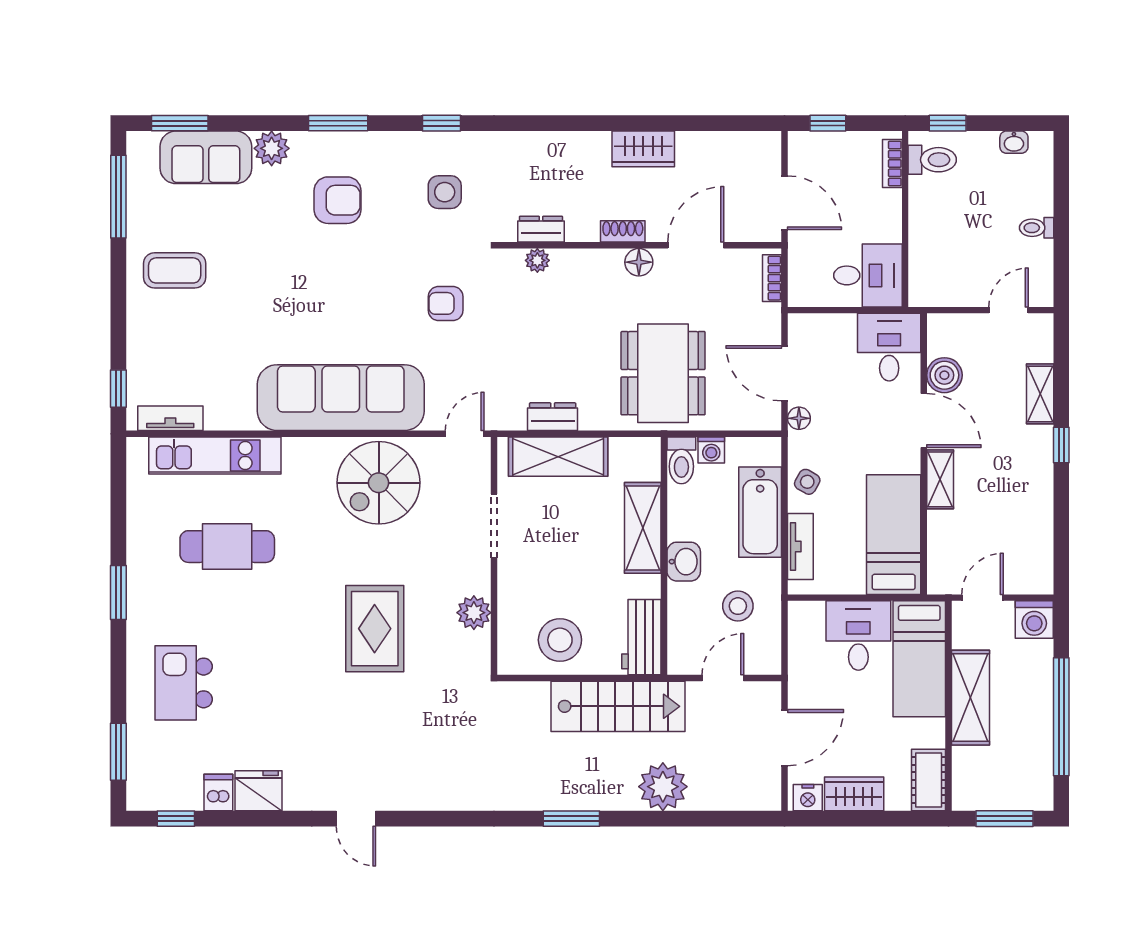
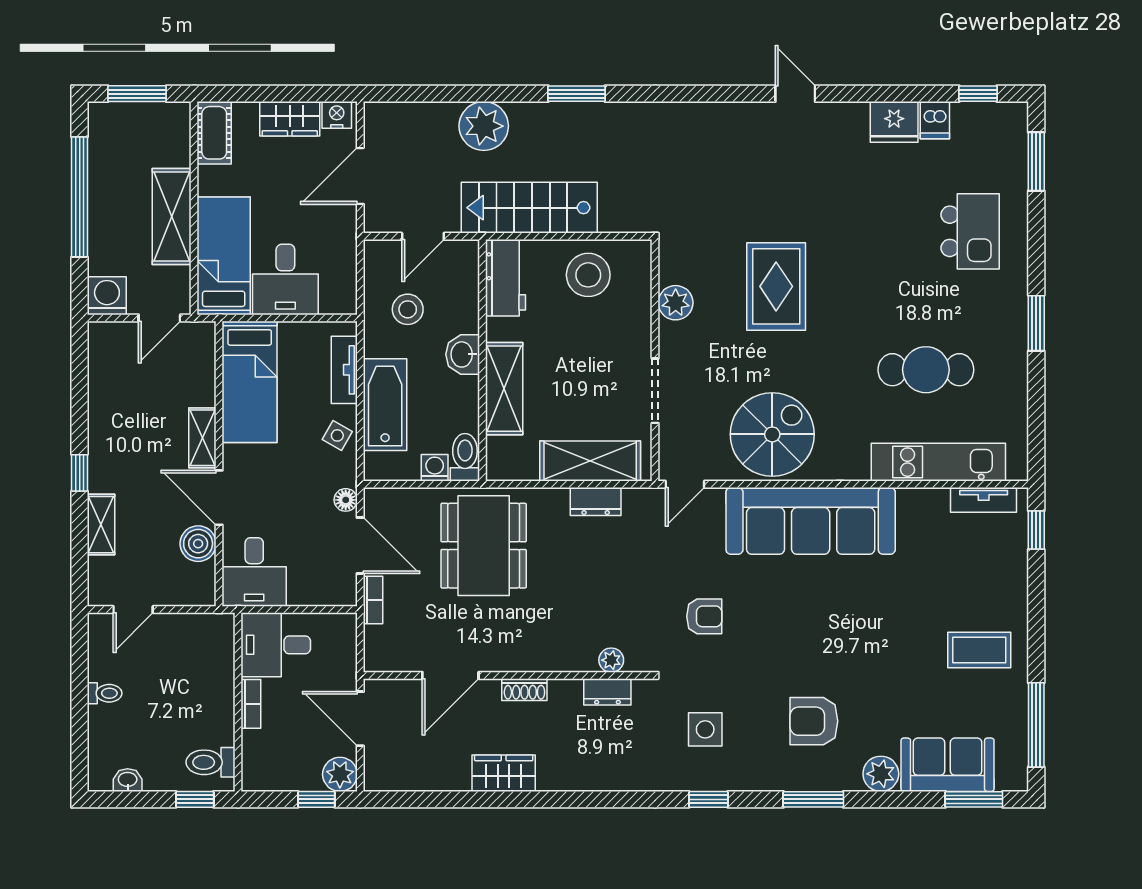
plant: (805, 148) -> (340, 774), added
bookcase: (892, 163) -> (251, 704), moved
floor lamp: (639, 262) -> (508, 658), removed
bookcase: (772, 278) -> (373, 600), moved

